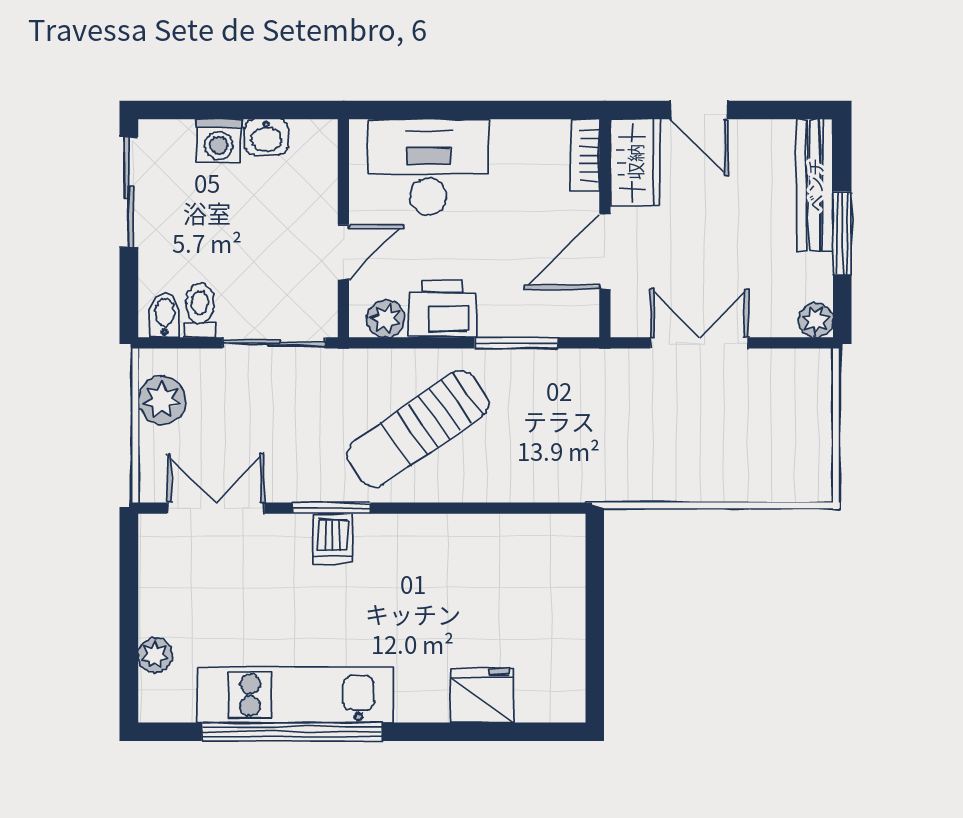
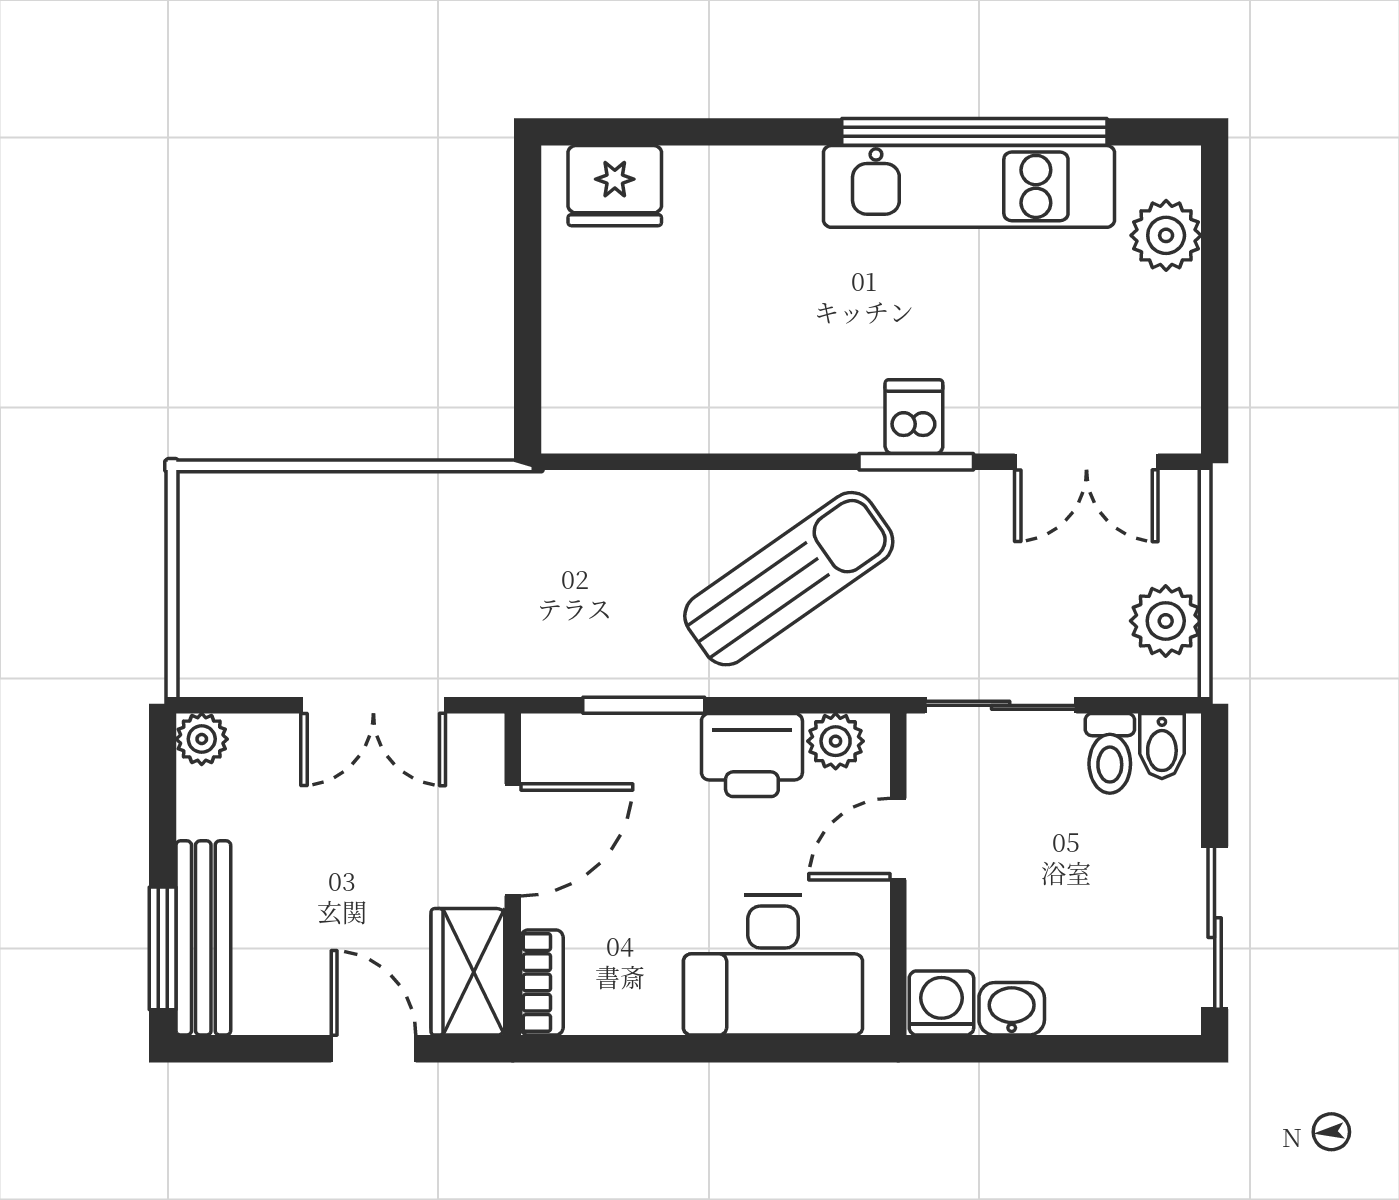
washing machine: (219, 141) -> (941, 1003), moved
window: (842, 233) -> (163, 948), moved
plant: (155, 655) -> (1166, 235), width x1.38, depth x1.38
fridge: (482, 695) -> (615, 186), moved

